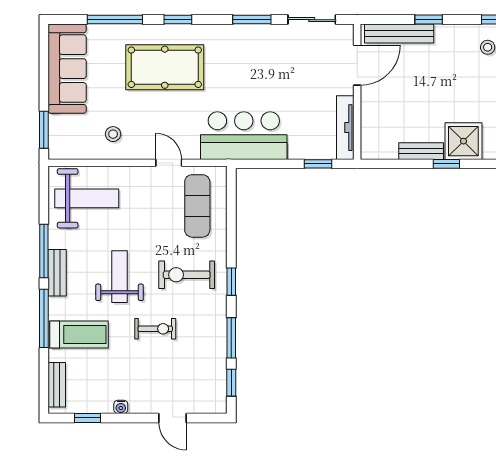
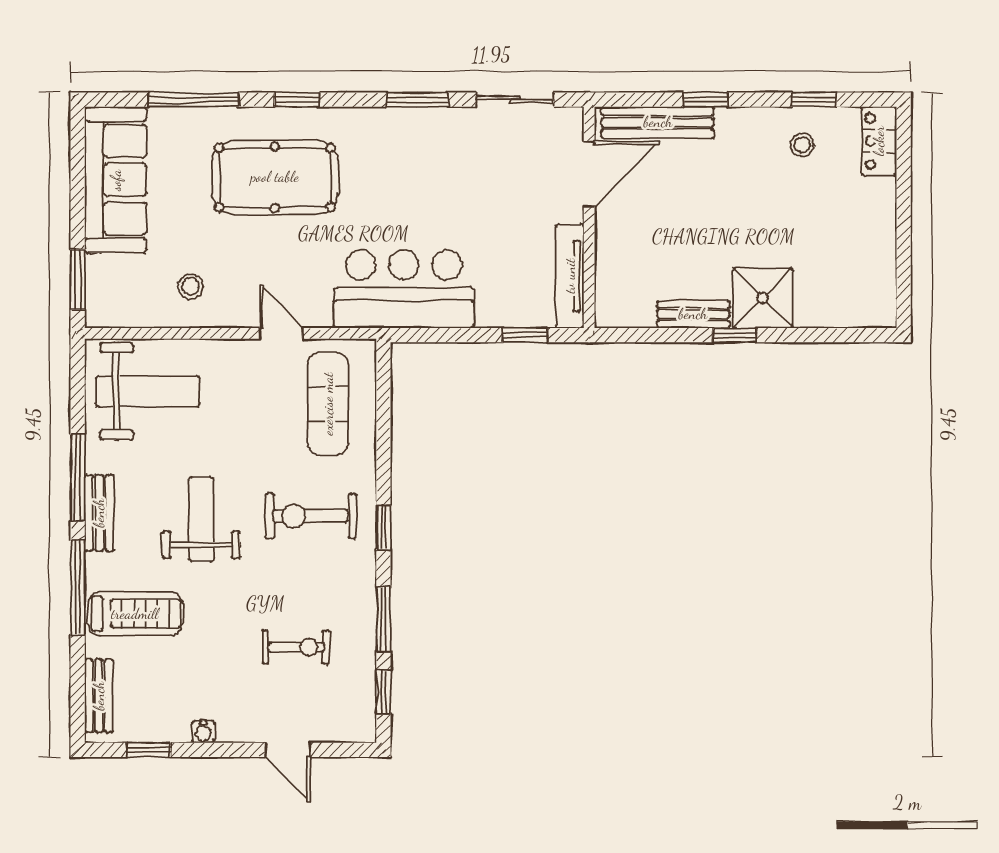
exercise bike: (155, 329) -> (296, 647), moved

